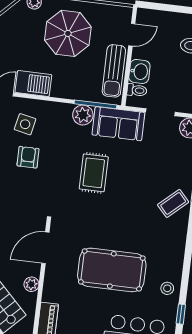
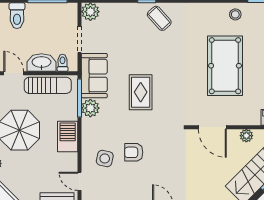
washbasin: (139, 71) -> (41, 63), width x1.38
barbecue: (33, 84) -> (68, 136), moved
rug: (94, 173) -> (141, 92), turned 90

